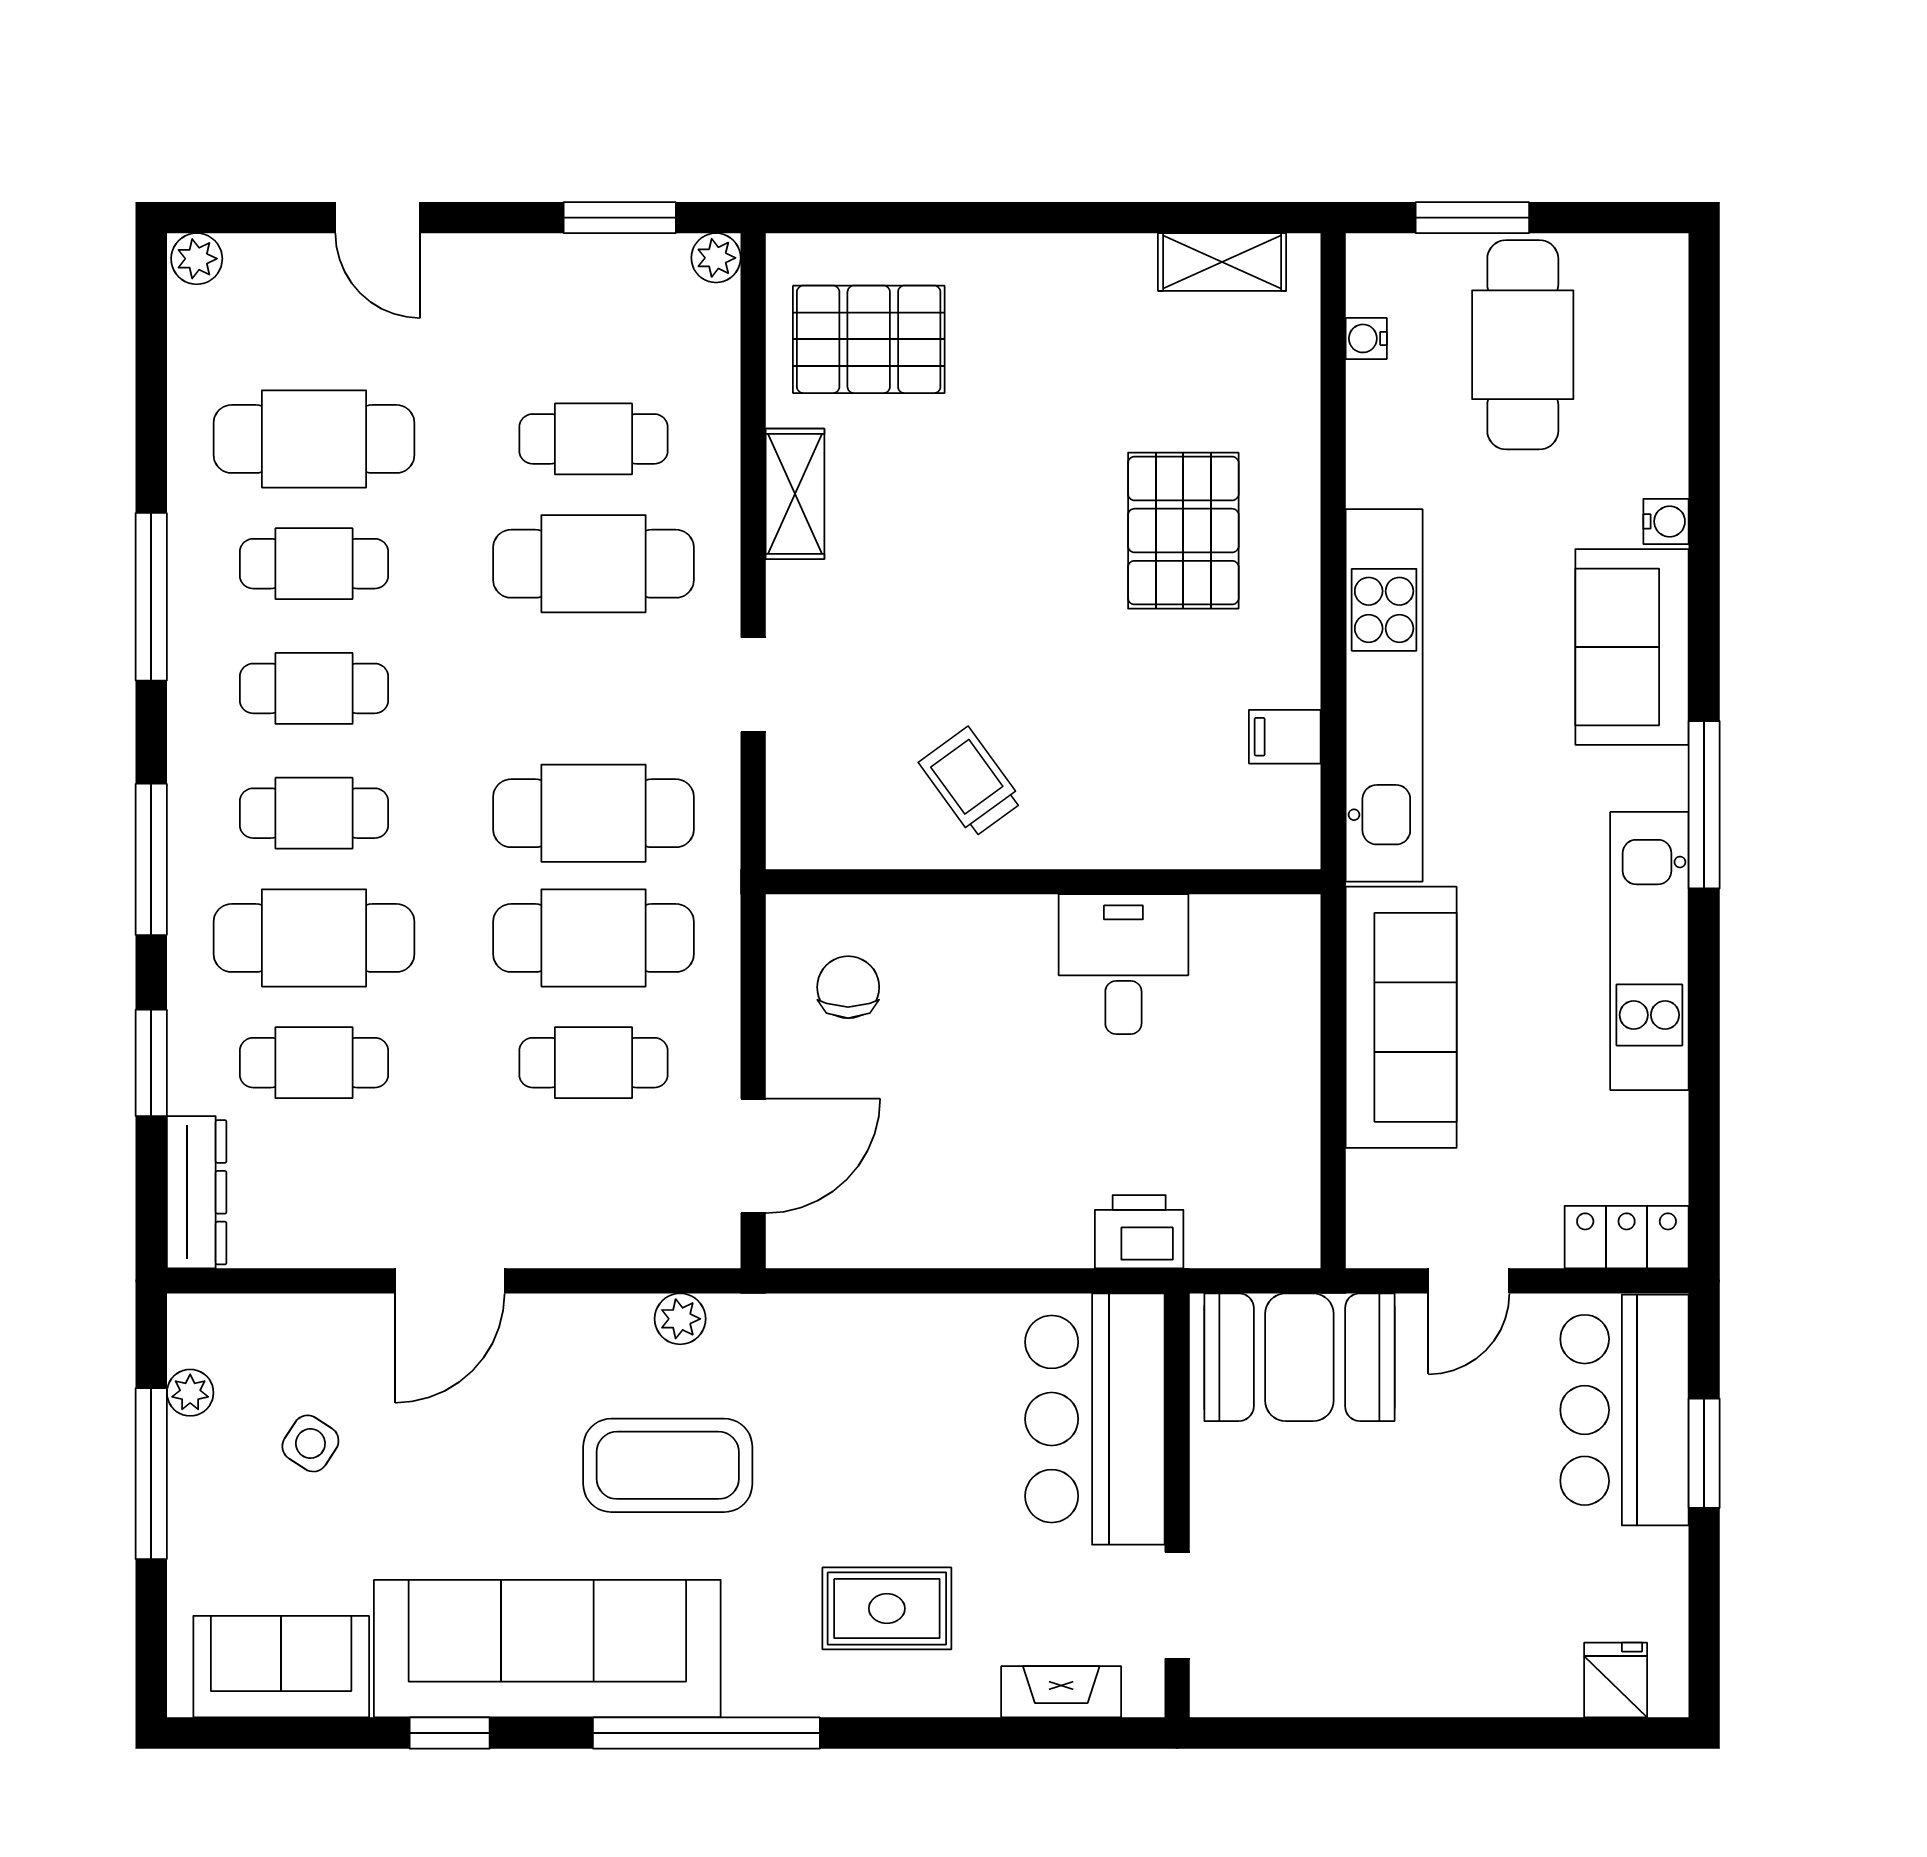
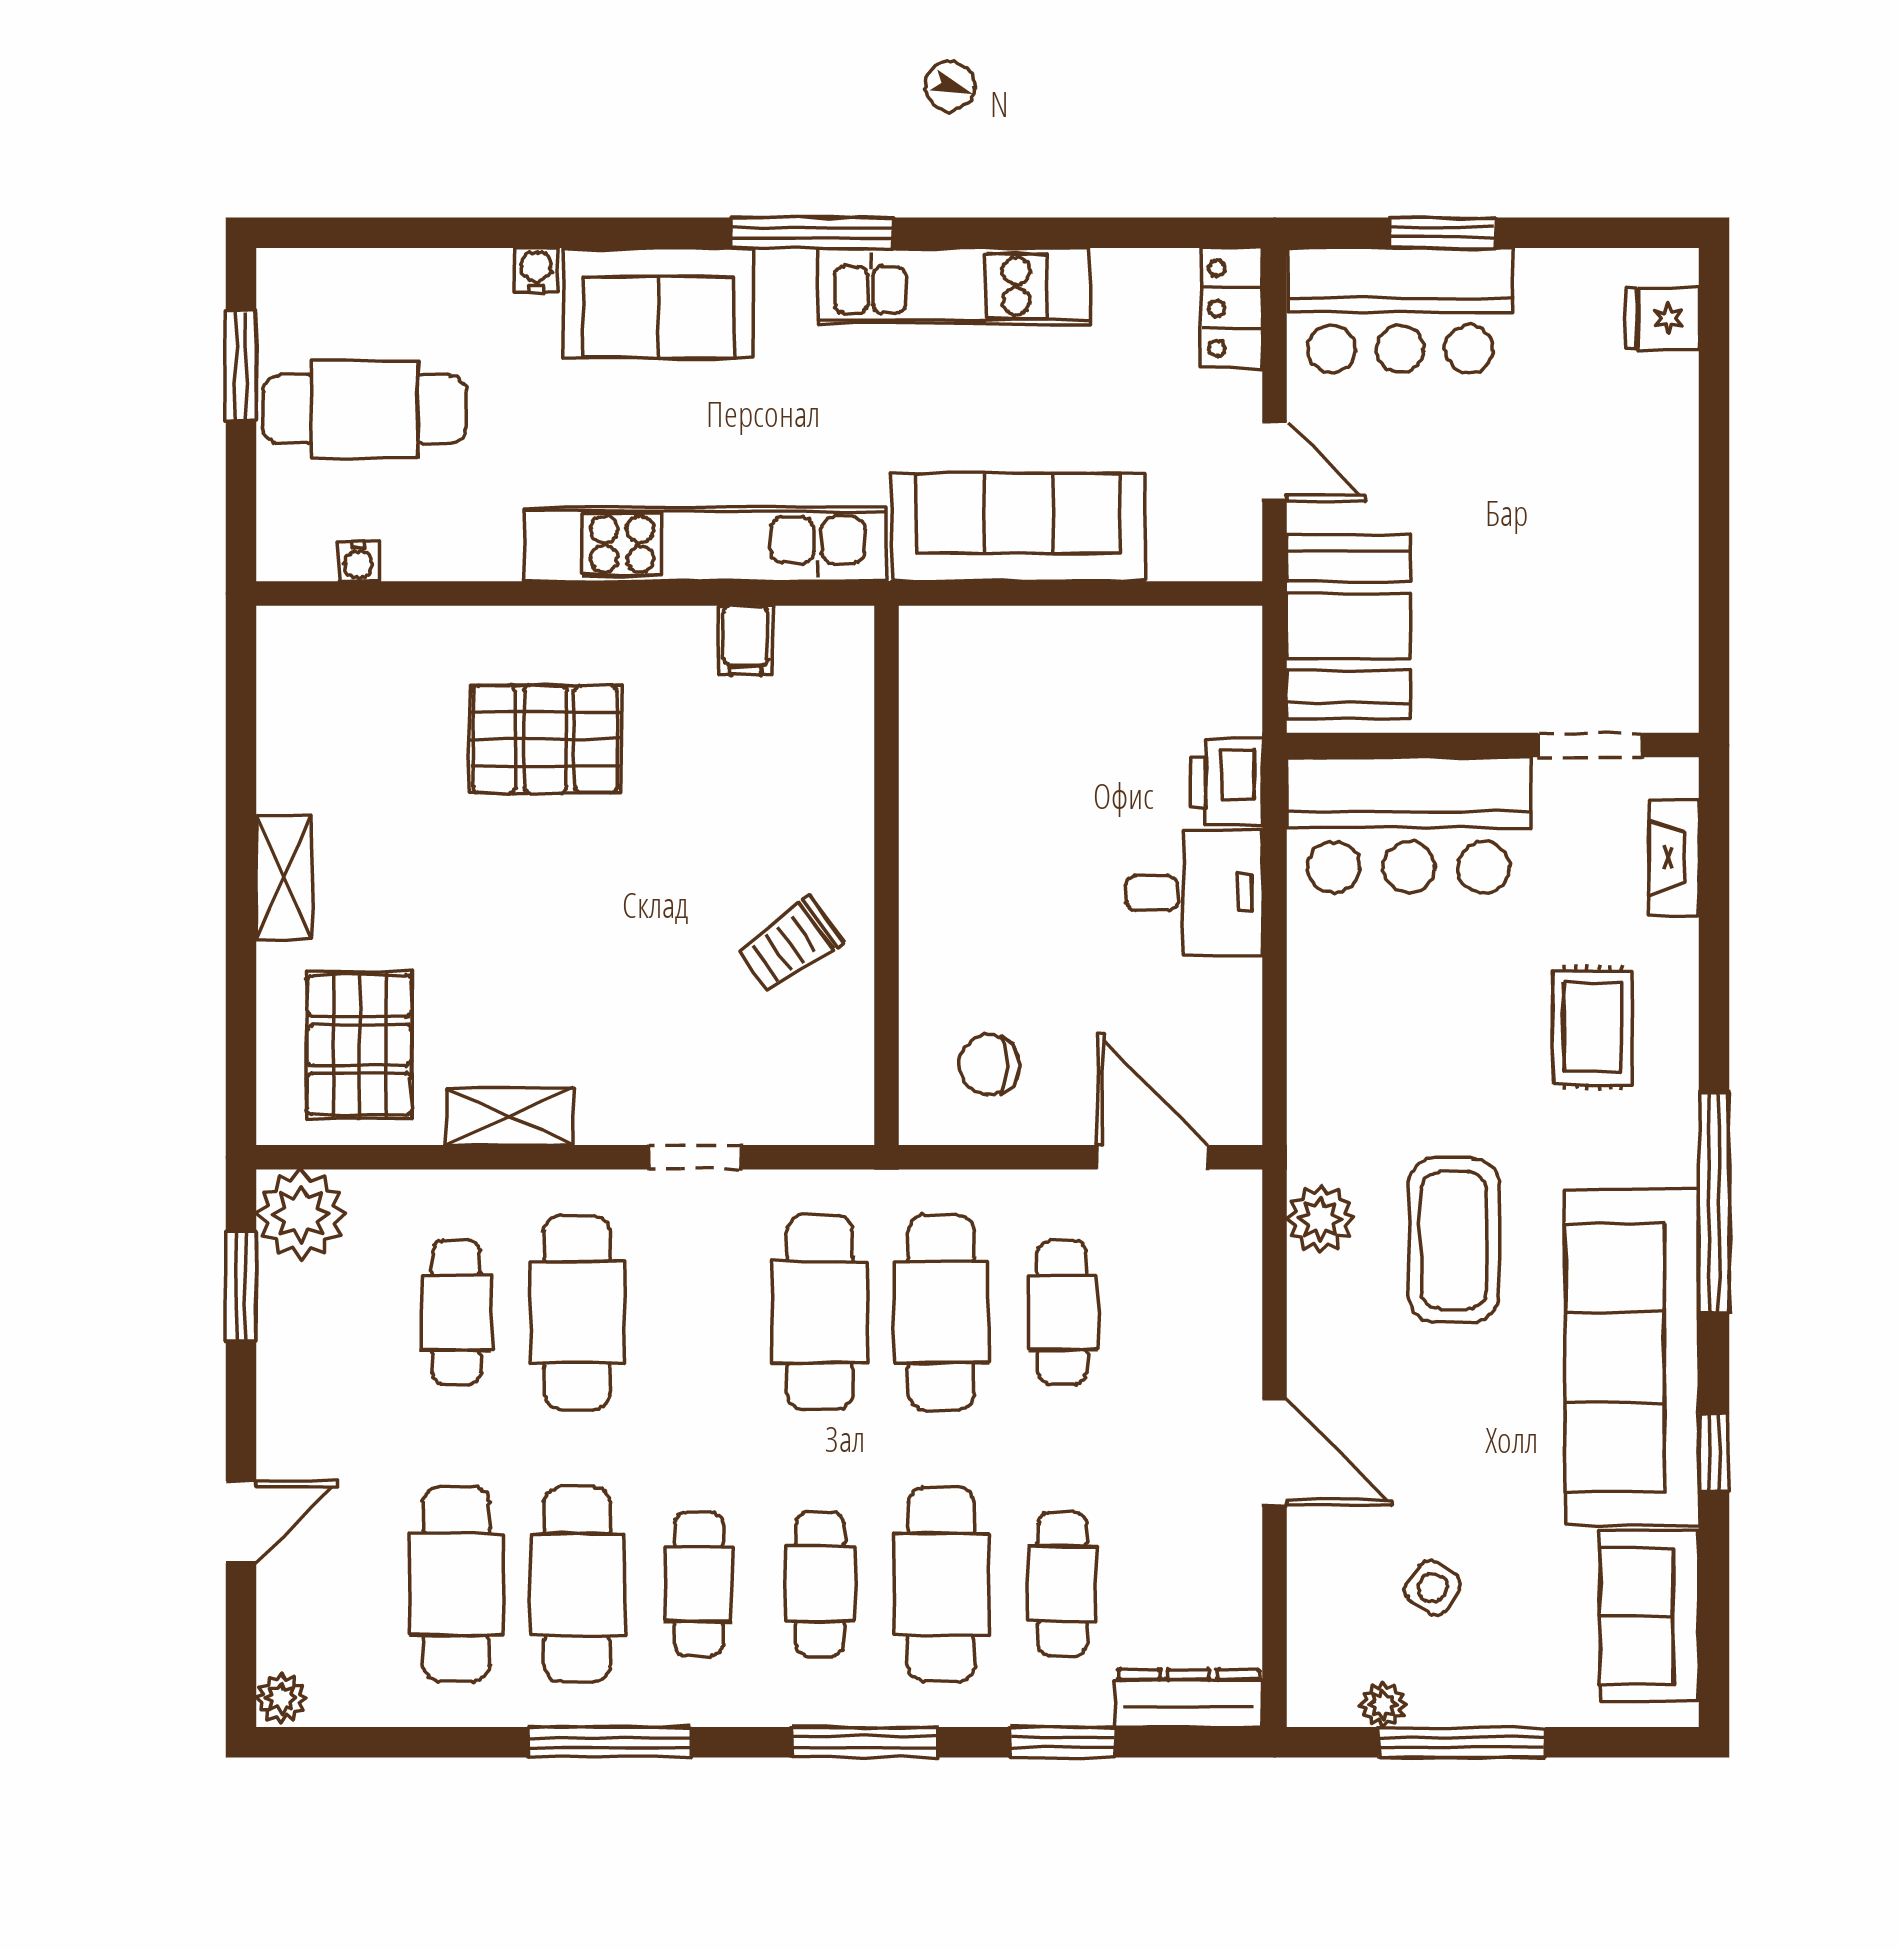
window: (1472, 218) -> (241, 365), moved
plant: (716, 258) -> (301, 1214), width x1.88, depth x1.88
shelving: (1222, 262) -> (284, 877), moved
cafe table: (314, 564) -> (577, 1584), width x1.37, depth x1.35
desk: (1123, 964) -> (1194, 893), moved, turned 180
plant: (680, 1319) -> (1321, 1219), width x1.38, depth x1.38

